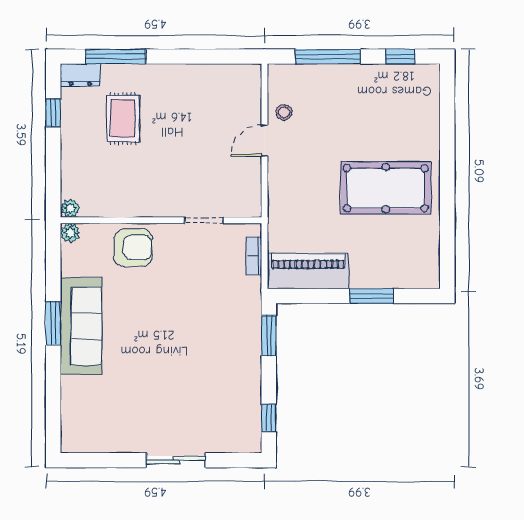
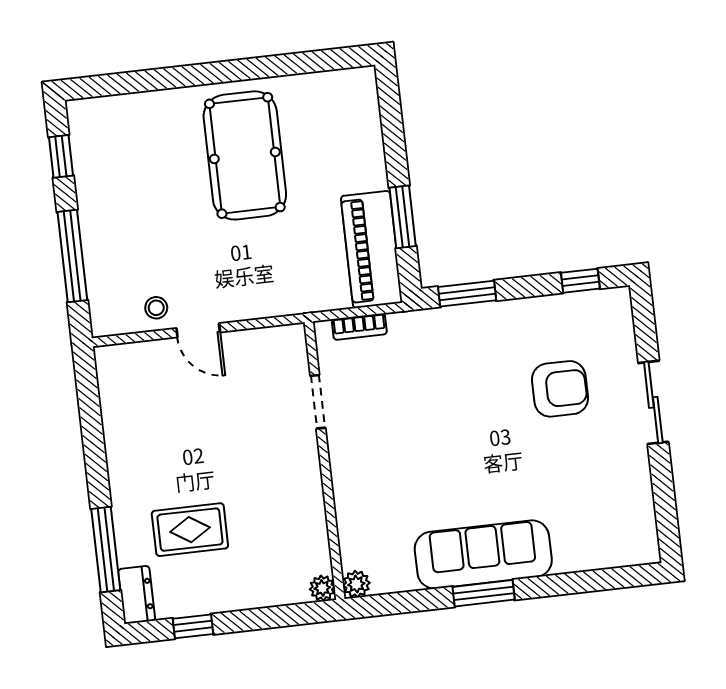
armchair: (133, 248) -> (560, 389), moved, turned 90
window: (372, 296) -> (403, 217), moved

